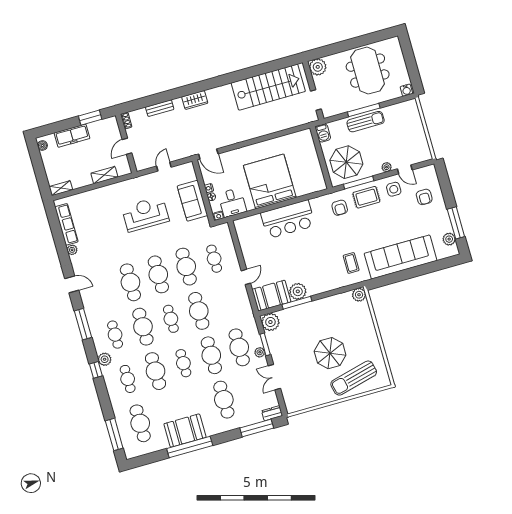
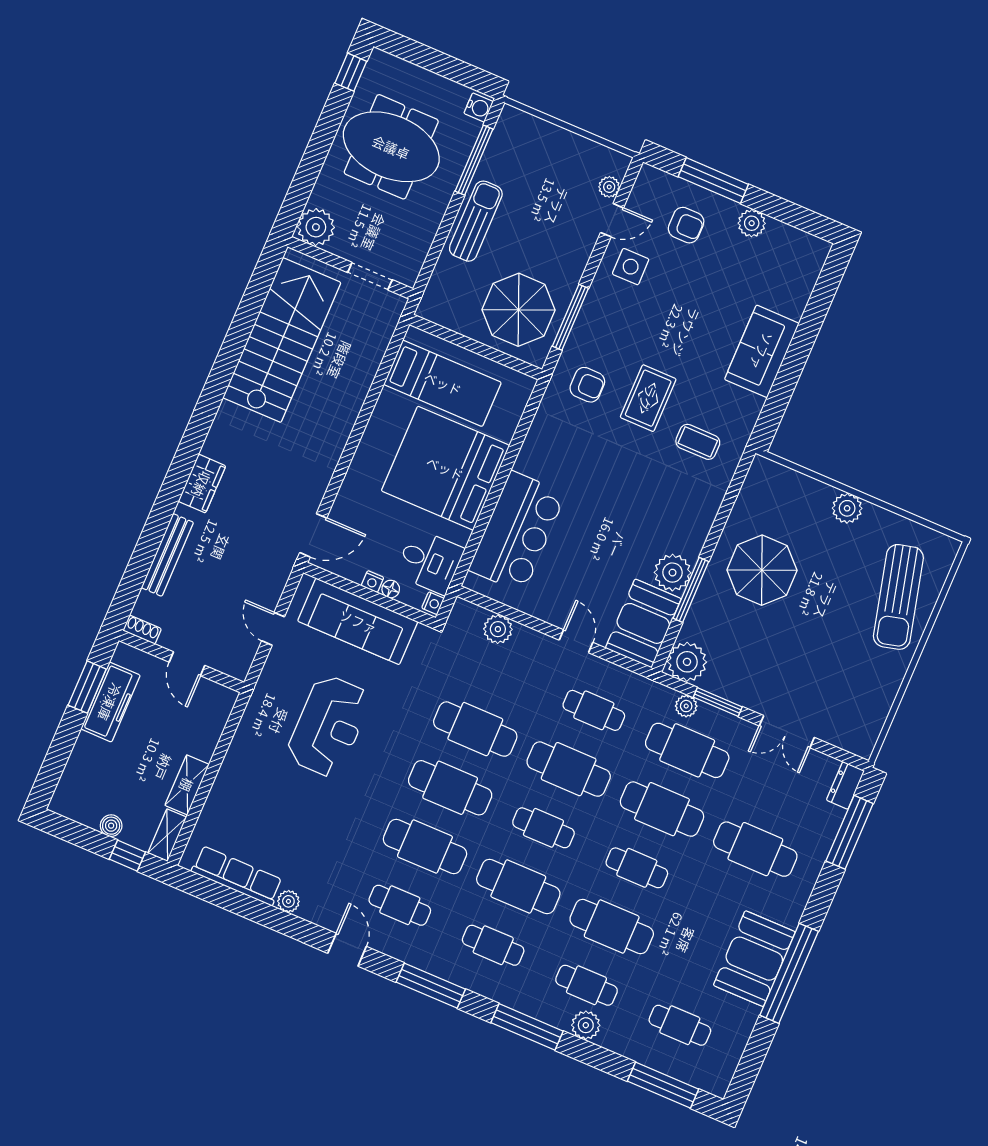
window: (382, 35) -> (351, 72), added
bench: (160, 108) -> (167, 555), width x1.36
window: (364, 110) -> (474, 160), moved
barbecue: (323, 133) -> (436, 310), removed
freezer: (72, 136) -> (110, 702), moved
boiler: (42, 145) -> (111, 826), moved
bed: (299, 156) -> (443, 383), added
plant: (387, 167) -> (609, 187), moved
shelving: (104, 175) -> (187, 785), moved
window: (42, 180) -> (127, 856), added
rug: (366, 197) -> (648, 398), moved
sofa: (192, 201) -> (358, 621), width x1.36
reception desk: (145, 214) -> (329, 726), turned 180
bar counter: (288, 219) -> (517, 532), moved
window: (456, 223) -> (713, 180), moved
plant: (449, 239) -> (752, 223), moved
plant: (228, 246) -> (498, 629), added
sofa: (401, 257) -> (762, 351), width x0.54, depth x0.79
cafe table: (214, 259) -> (594, 710), moved
door: (72, 284) -> (347, 950), hinge flipped
cafe table: (103, 290) -> (400, 905), added
plant: (359, 295) -> (847, 508), moved
plant: (260, 352) -> (686, 706), moved
parasol: (330, 353) -> (762, 570), moved
plant: (105, 359) -> (586, 1025), moved
window: (96, 370) -> (527, 1027), width x2.17
cafe table: (140, 423) -> (680, 1025), width x0.73, depth x0.74

